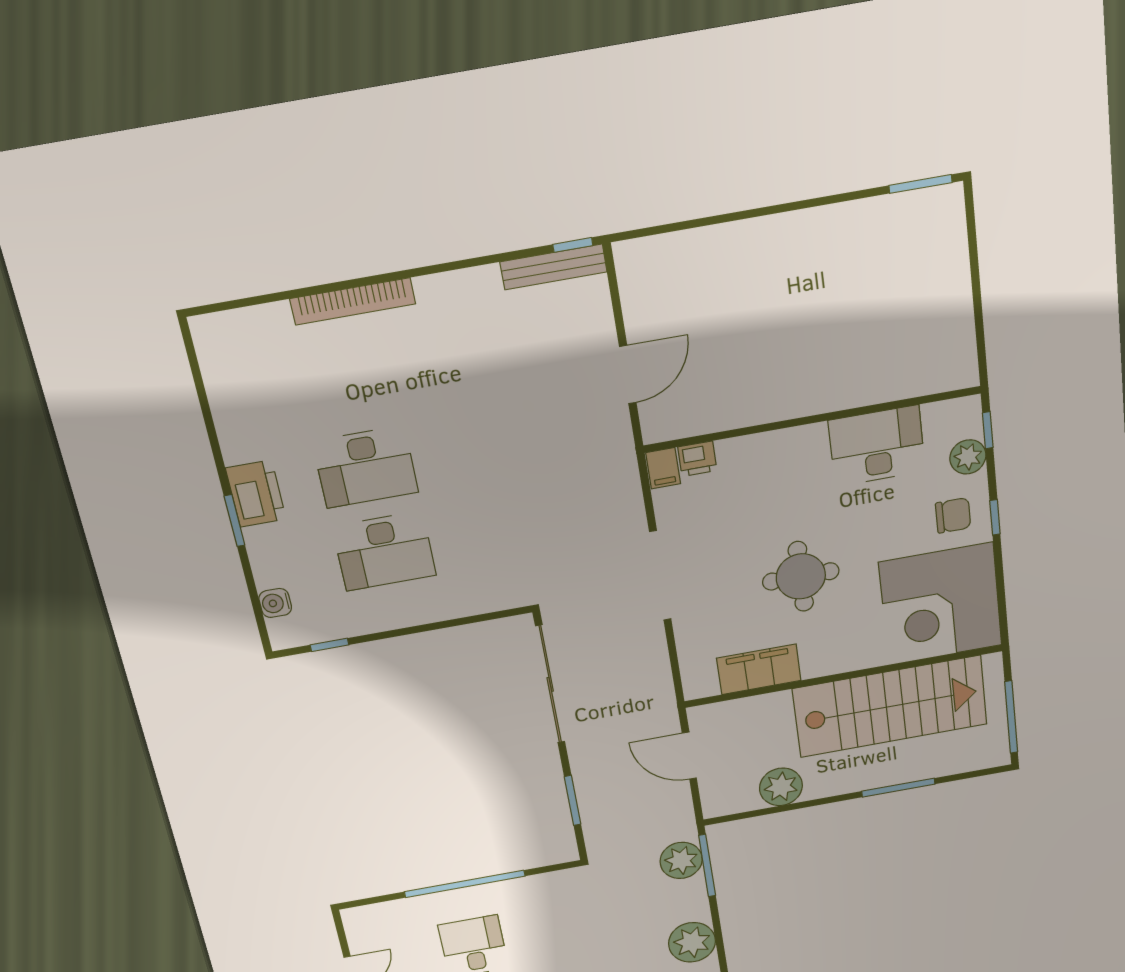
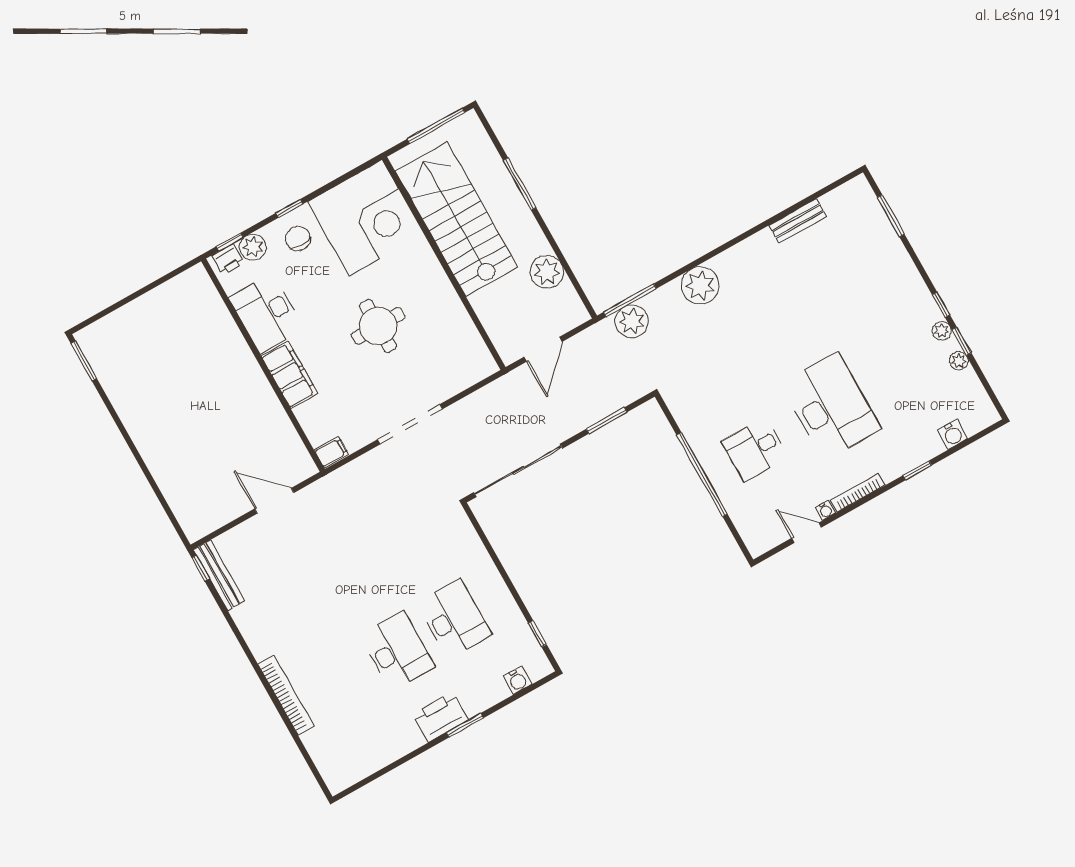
printer: (697, 459) -> (228, 259), moved, turned 90
filing cabinet: (759, 669) -> (289, 375), moved, turned 180

